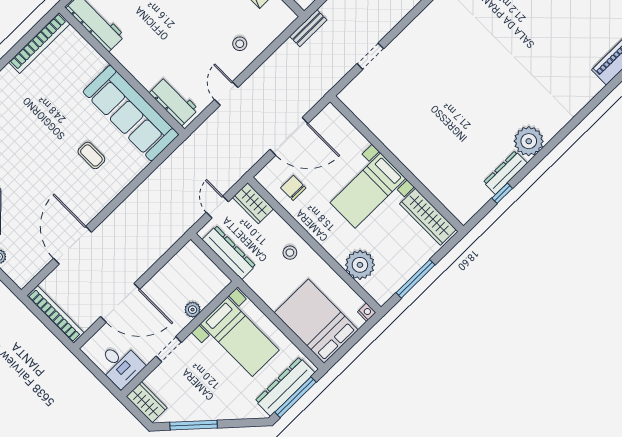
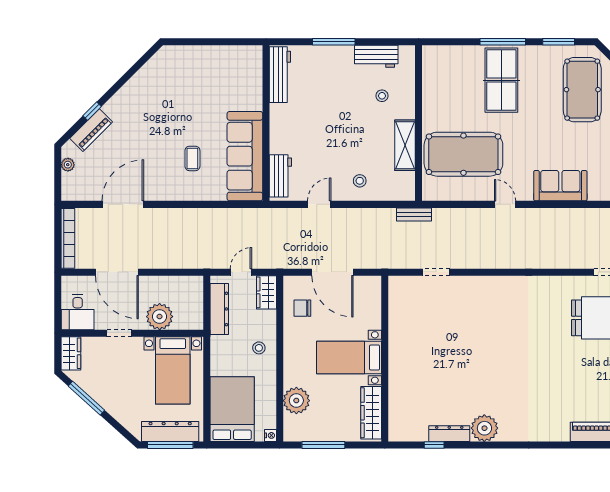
bookcase: (39, 43) -> (231, 52), removed
chair: (293, 188) -> (302, 308), turned -90
plant: (193, 310) -> (160, 317), width x1.88, depth x1.88

